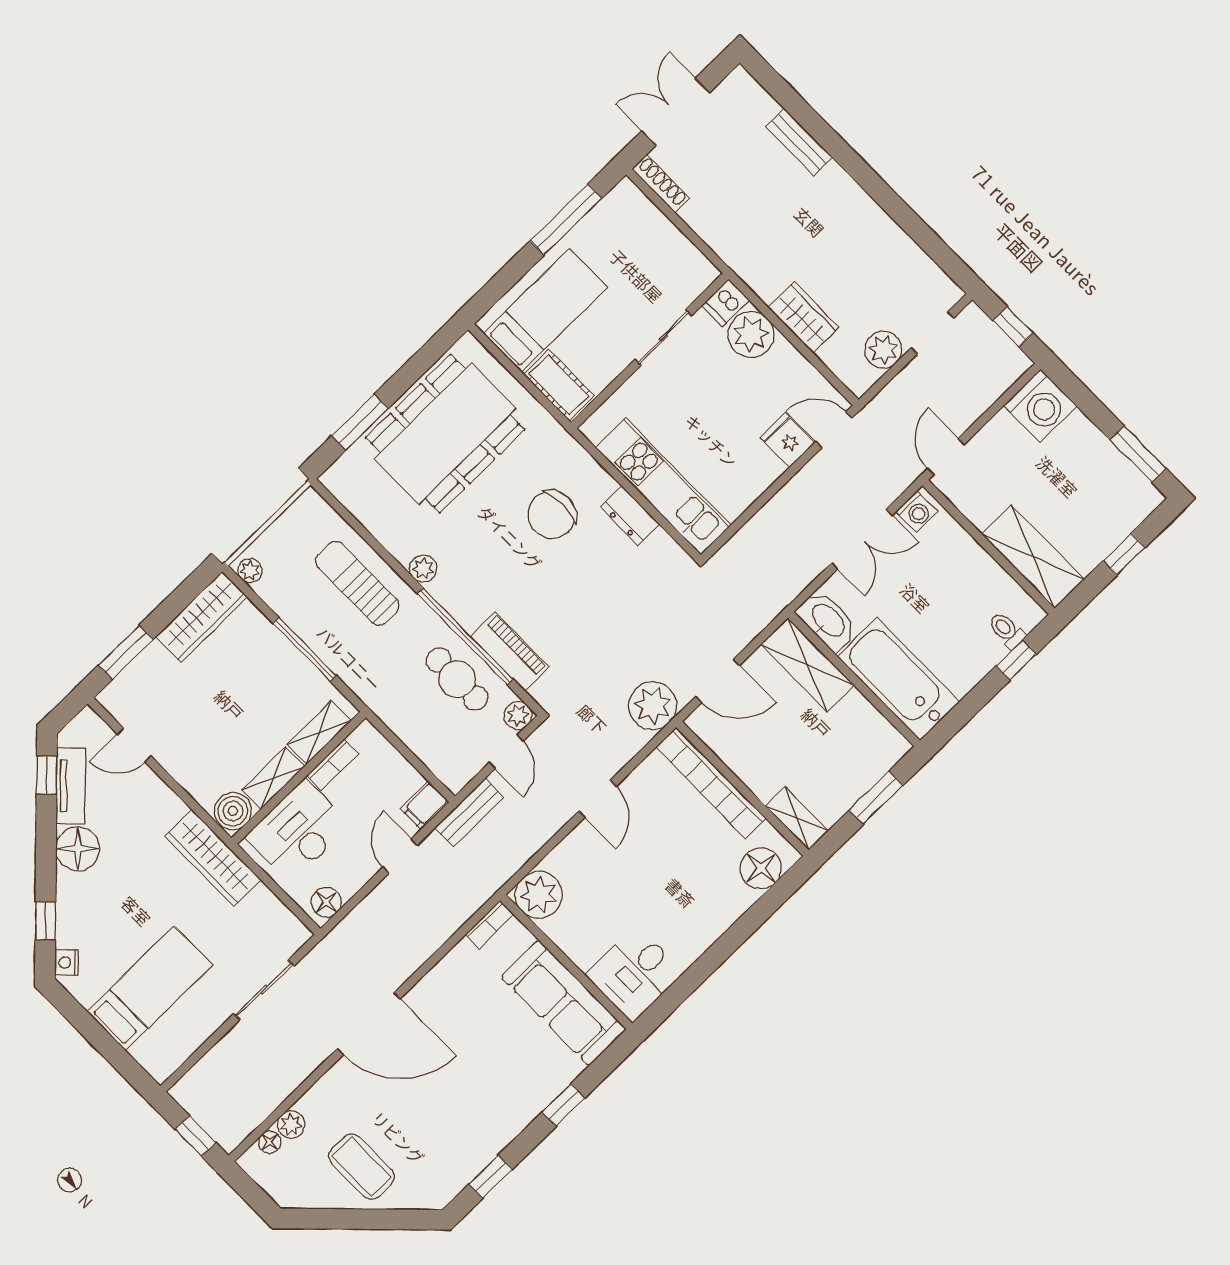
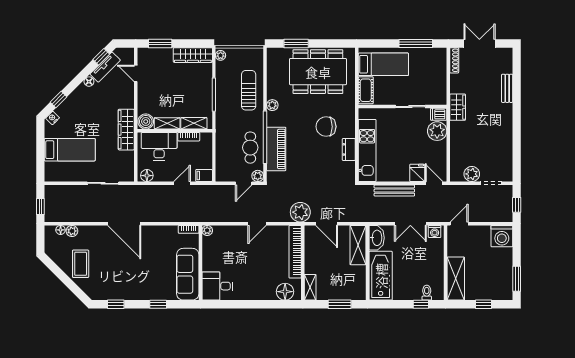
wardrobe: (804, 317) -> (458, 107), moved
piano: (510, 652) -> (276, 149), width x1.37, depth x1.33
bench: (469, 813) -> (394, 191), moved, width x1.36
floor lamp: (78, 849) -> (89, 82), width x0.53, depth x0.53
plant: (539, 895) -> (207, 230), width x0.53, depth x0.53

